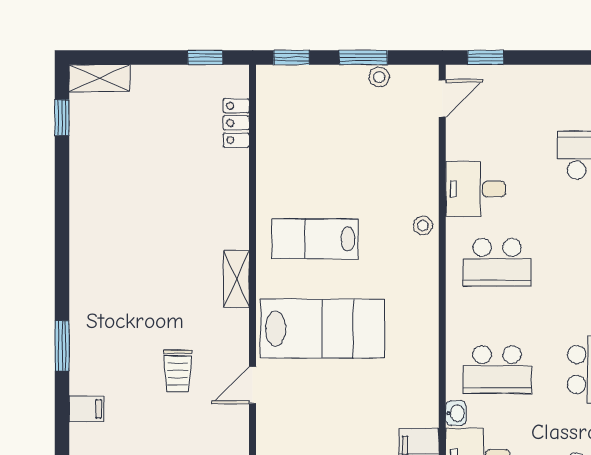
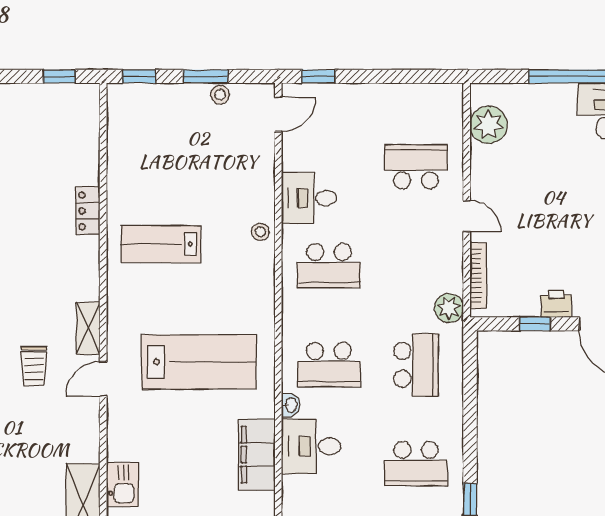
locker: (236, 123) -> (88, 211), moved
shelving: (236, 279) -> (88, 328), moved
lab bench: (323, 329) -> (199, 362), moved

